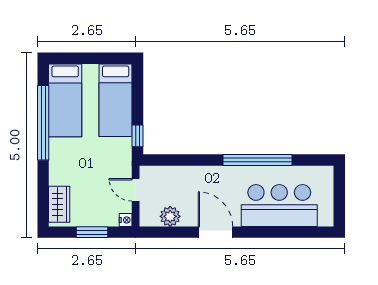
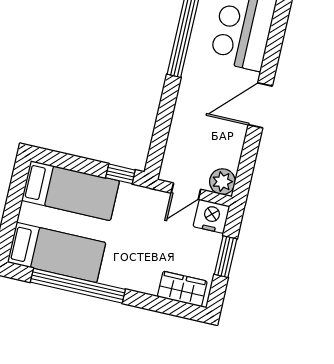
plant: (170, 216) -> (222, 182), moved
nightstand: (126, 220) -> (212, 216), width x1.89, depth x1.79

